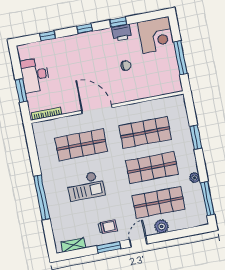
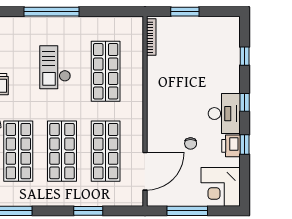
desk: (35, 75) -> (224, 114), moved, turned 90
door: (97, 109) -> (145, 171), moved
plant: (194, 178) -> (40, 200), removed

